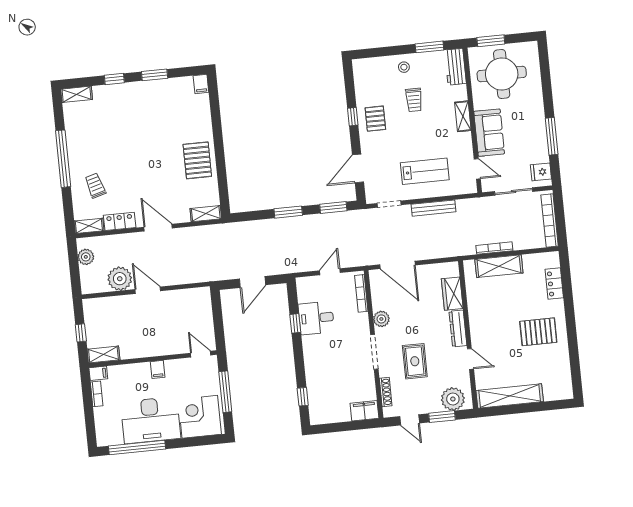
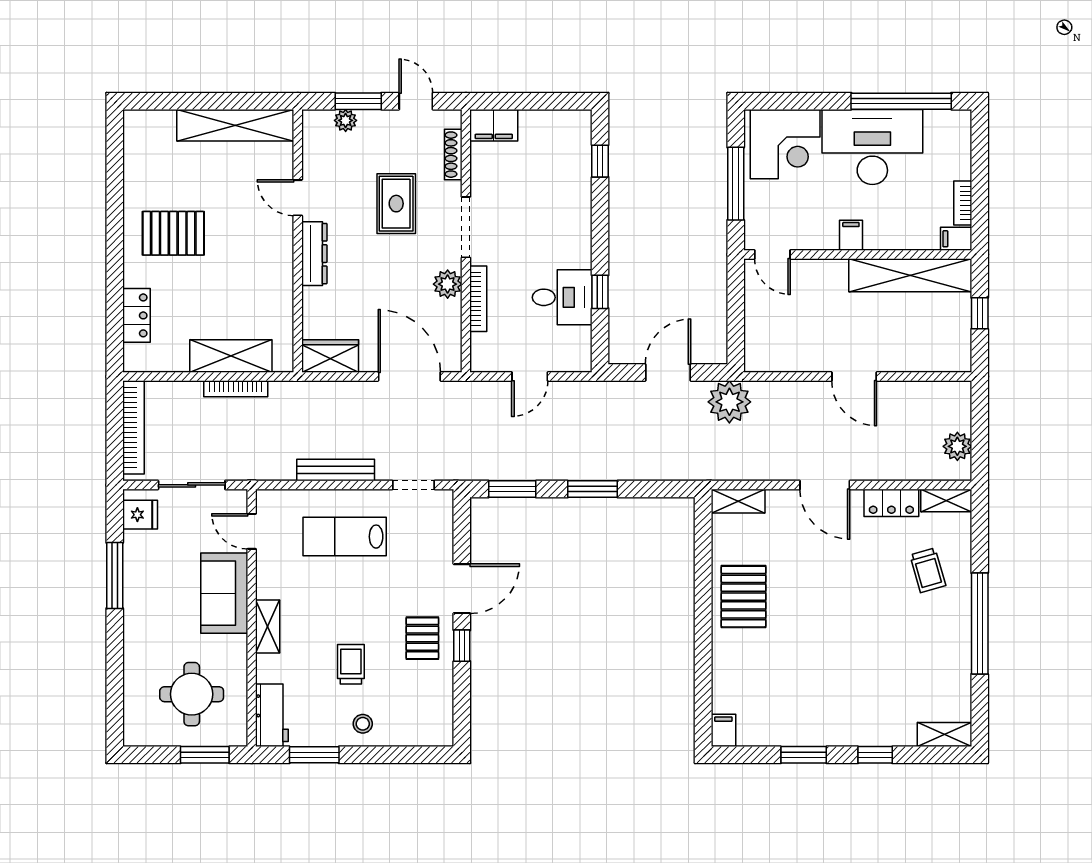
round table: (502, 74) -> (192, 694), width x0.73, depth x0.73
door: (358, 168) -> (462, 589), moved
plant: (120, 279) -> (729, 402), moved
bookcase: (361, 293) -> (478, 299), moved
wardrobe: (452, 294) -> (330, 356), moved, turned -90
shelving: (103, 355) -> (910, 275), width x2.20, depth x1.33
plant: (453, 399) -> (346, 120), width x0.53, depth x0.53

